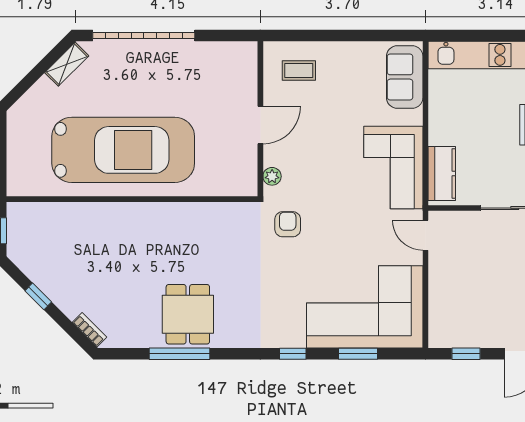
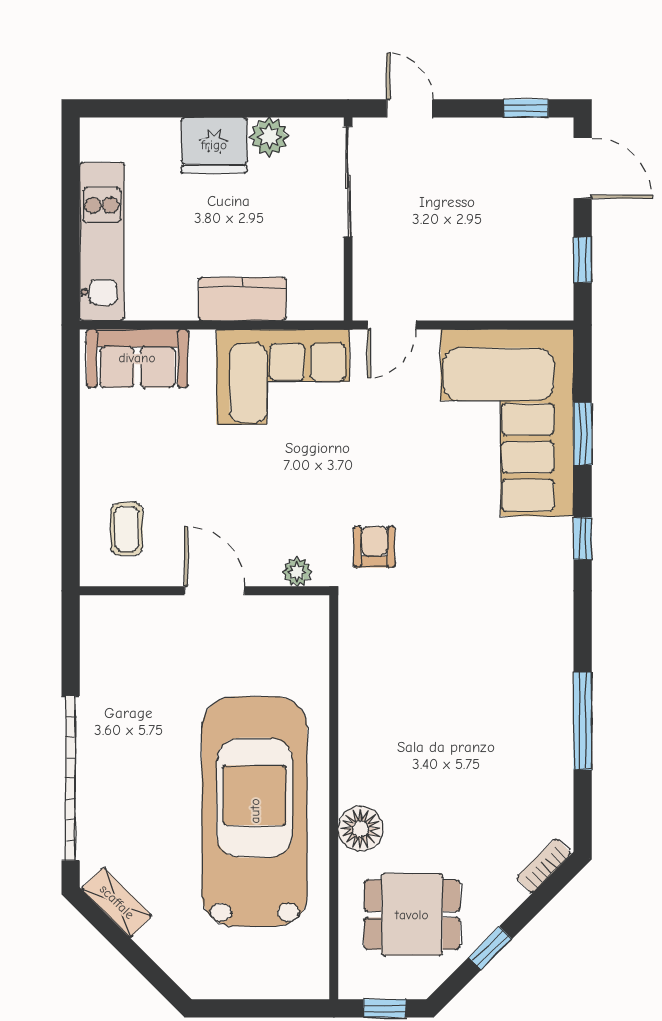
kitchen counter: (442, 173) -> (242, 299), moved
floor lamp: (112, 216) -> (361, 829), added
armchair: (288, 224) -> (374, 547), turned 90
dining table: (188, 314) -> (412, 915), moved

